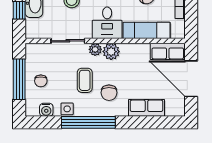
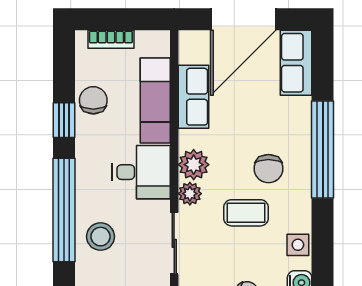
row of seats: (168, 51) -> (193, 97), moved
chair: (109, 93) -> (268, 169), turned 90
row of seats: (146, 108) -> (296, 63), moved
window: (88, 122) -> (323, 150), moved

